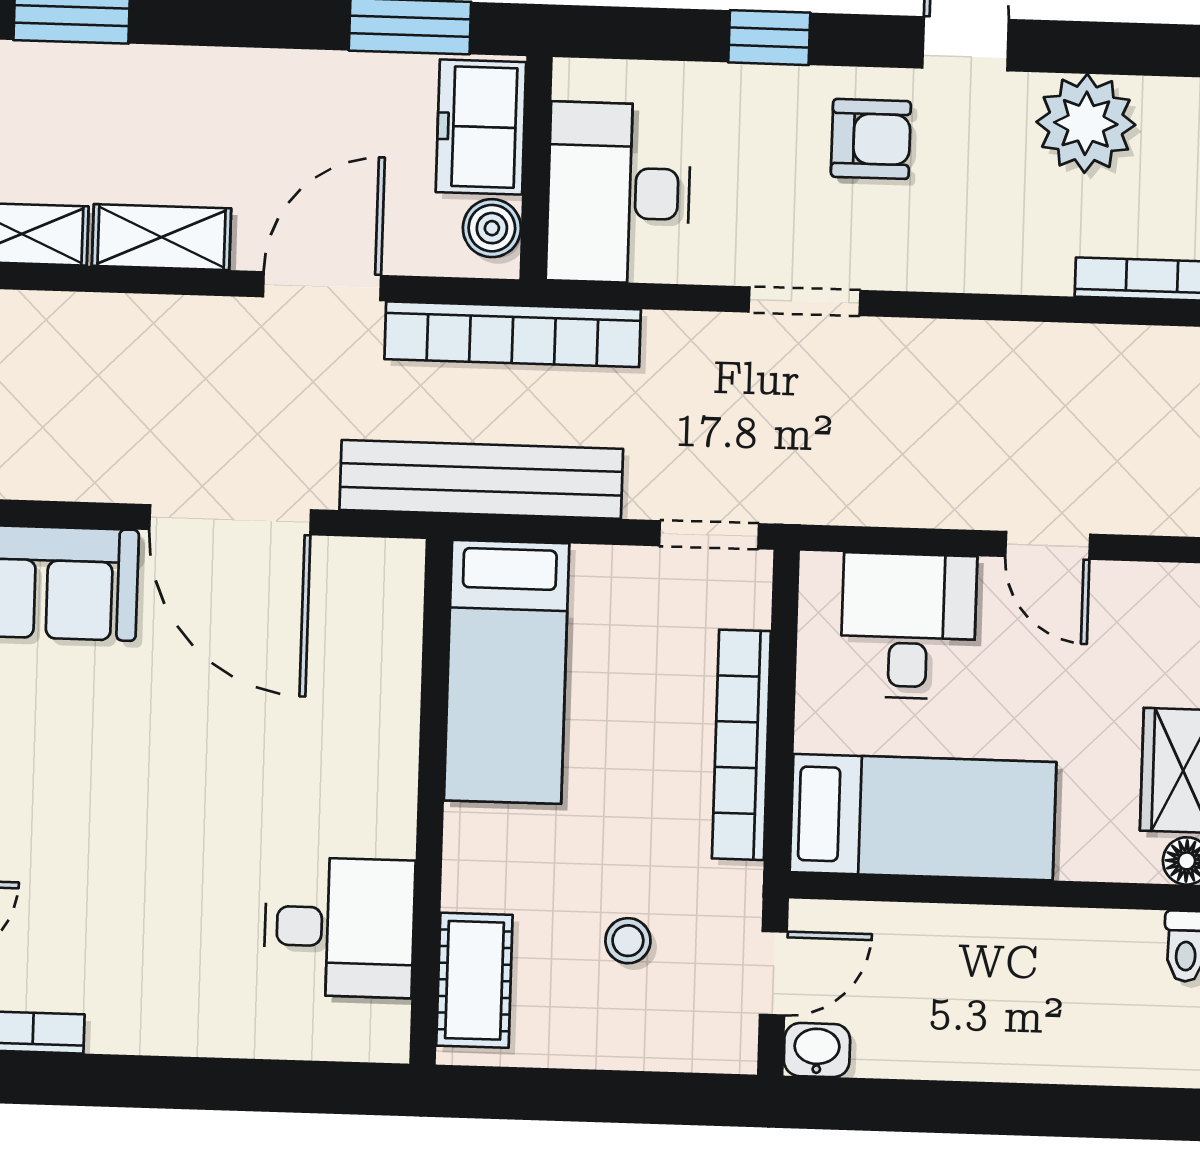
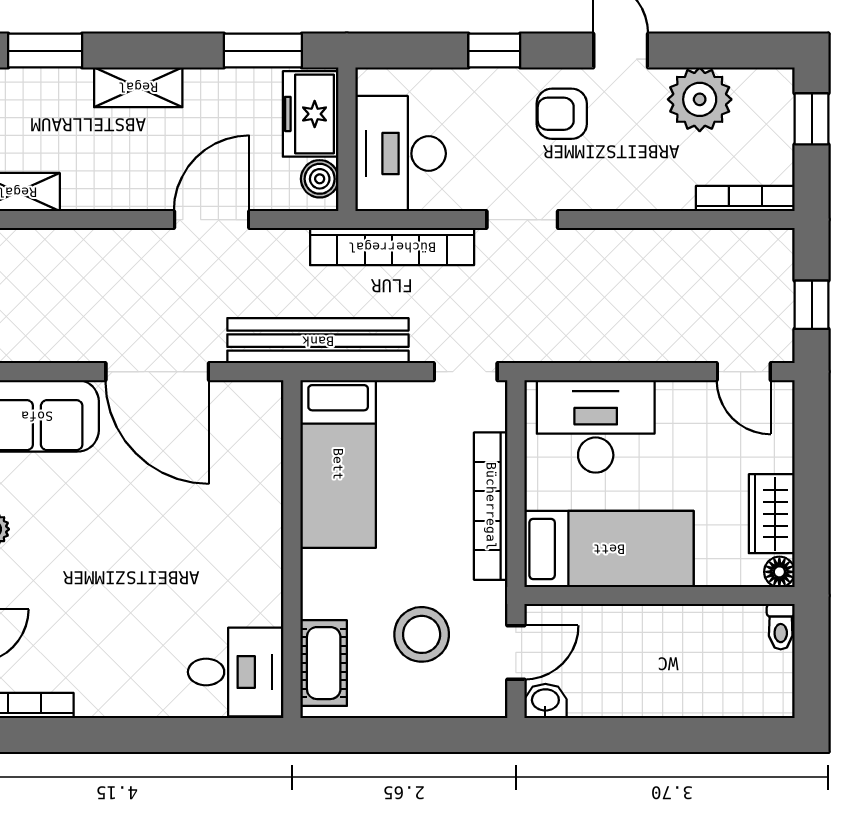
armchair: (871, 139) -> (562, 114), turned 180
shelving: (162, 237) -> (138, 87), moved
bookcase: (513, 334) -> (392, 247), moved
door: (1048, 545) -> (744, 372), moved
desk: (908, 626) -> (596, 426), width x1.37
desk: (339, 927) -> (236, 672), moved
stool: (628, 941) -> (422, 634), width x1.89, depth x1.89

